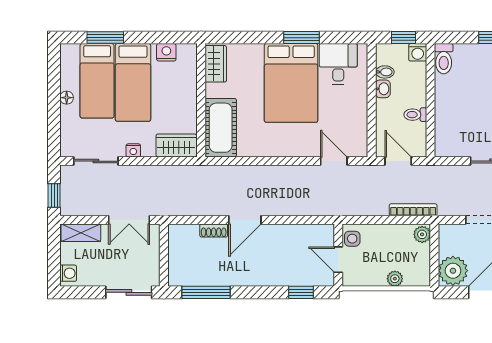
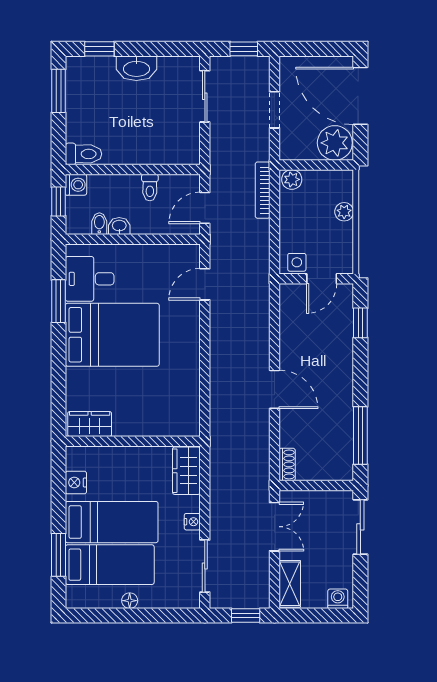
window: (302, 38) -> (58, 301), moved
cot: (221, 128) -> (165, 418), removed
shoe rack: (214, 230) -> (287, 464), moved

